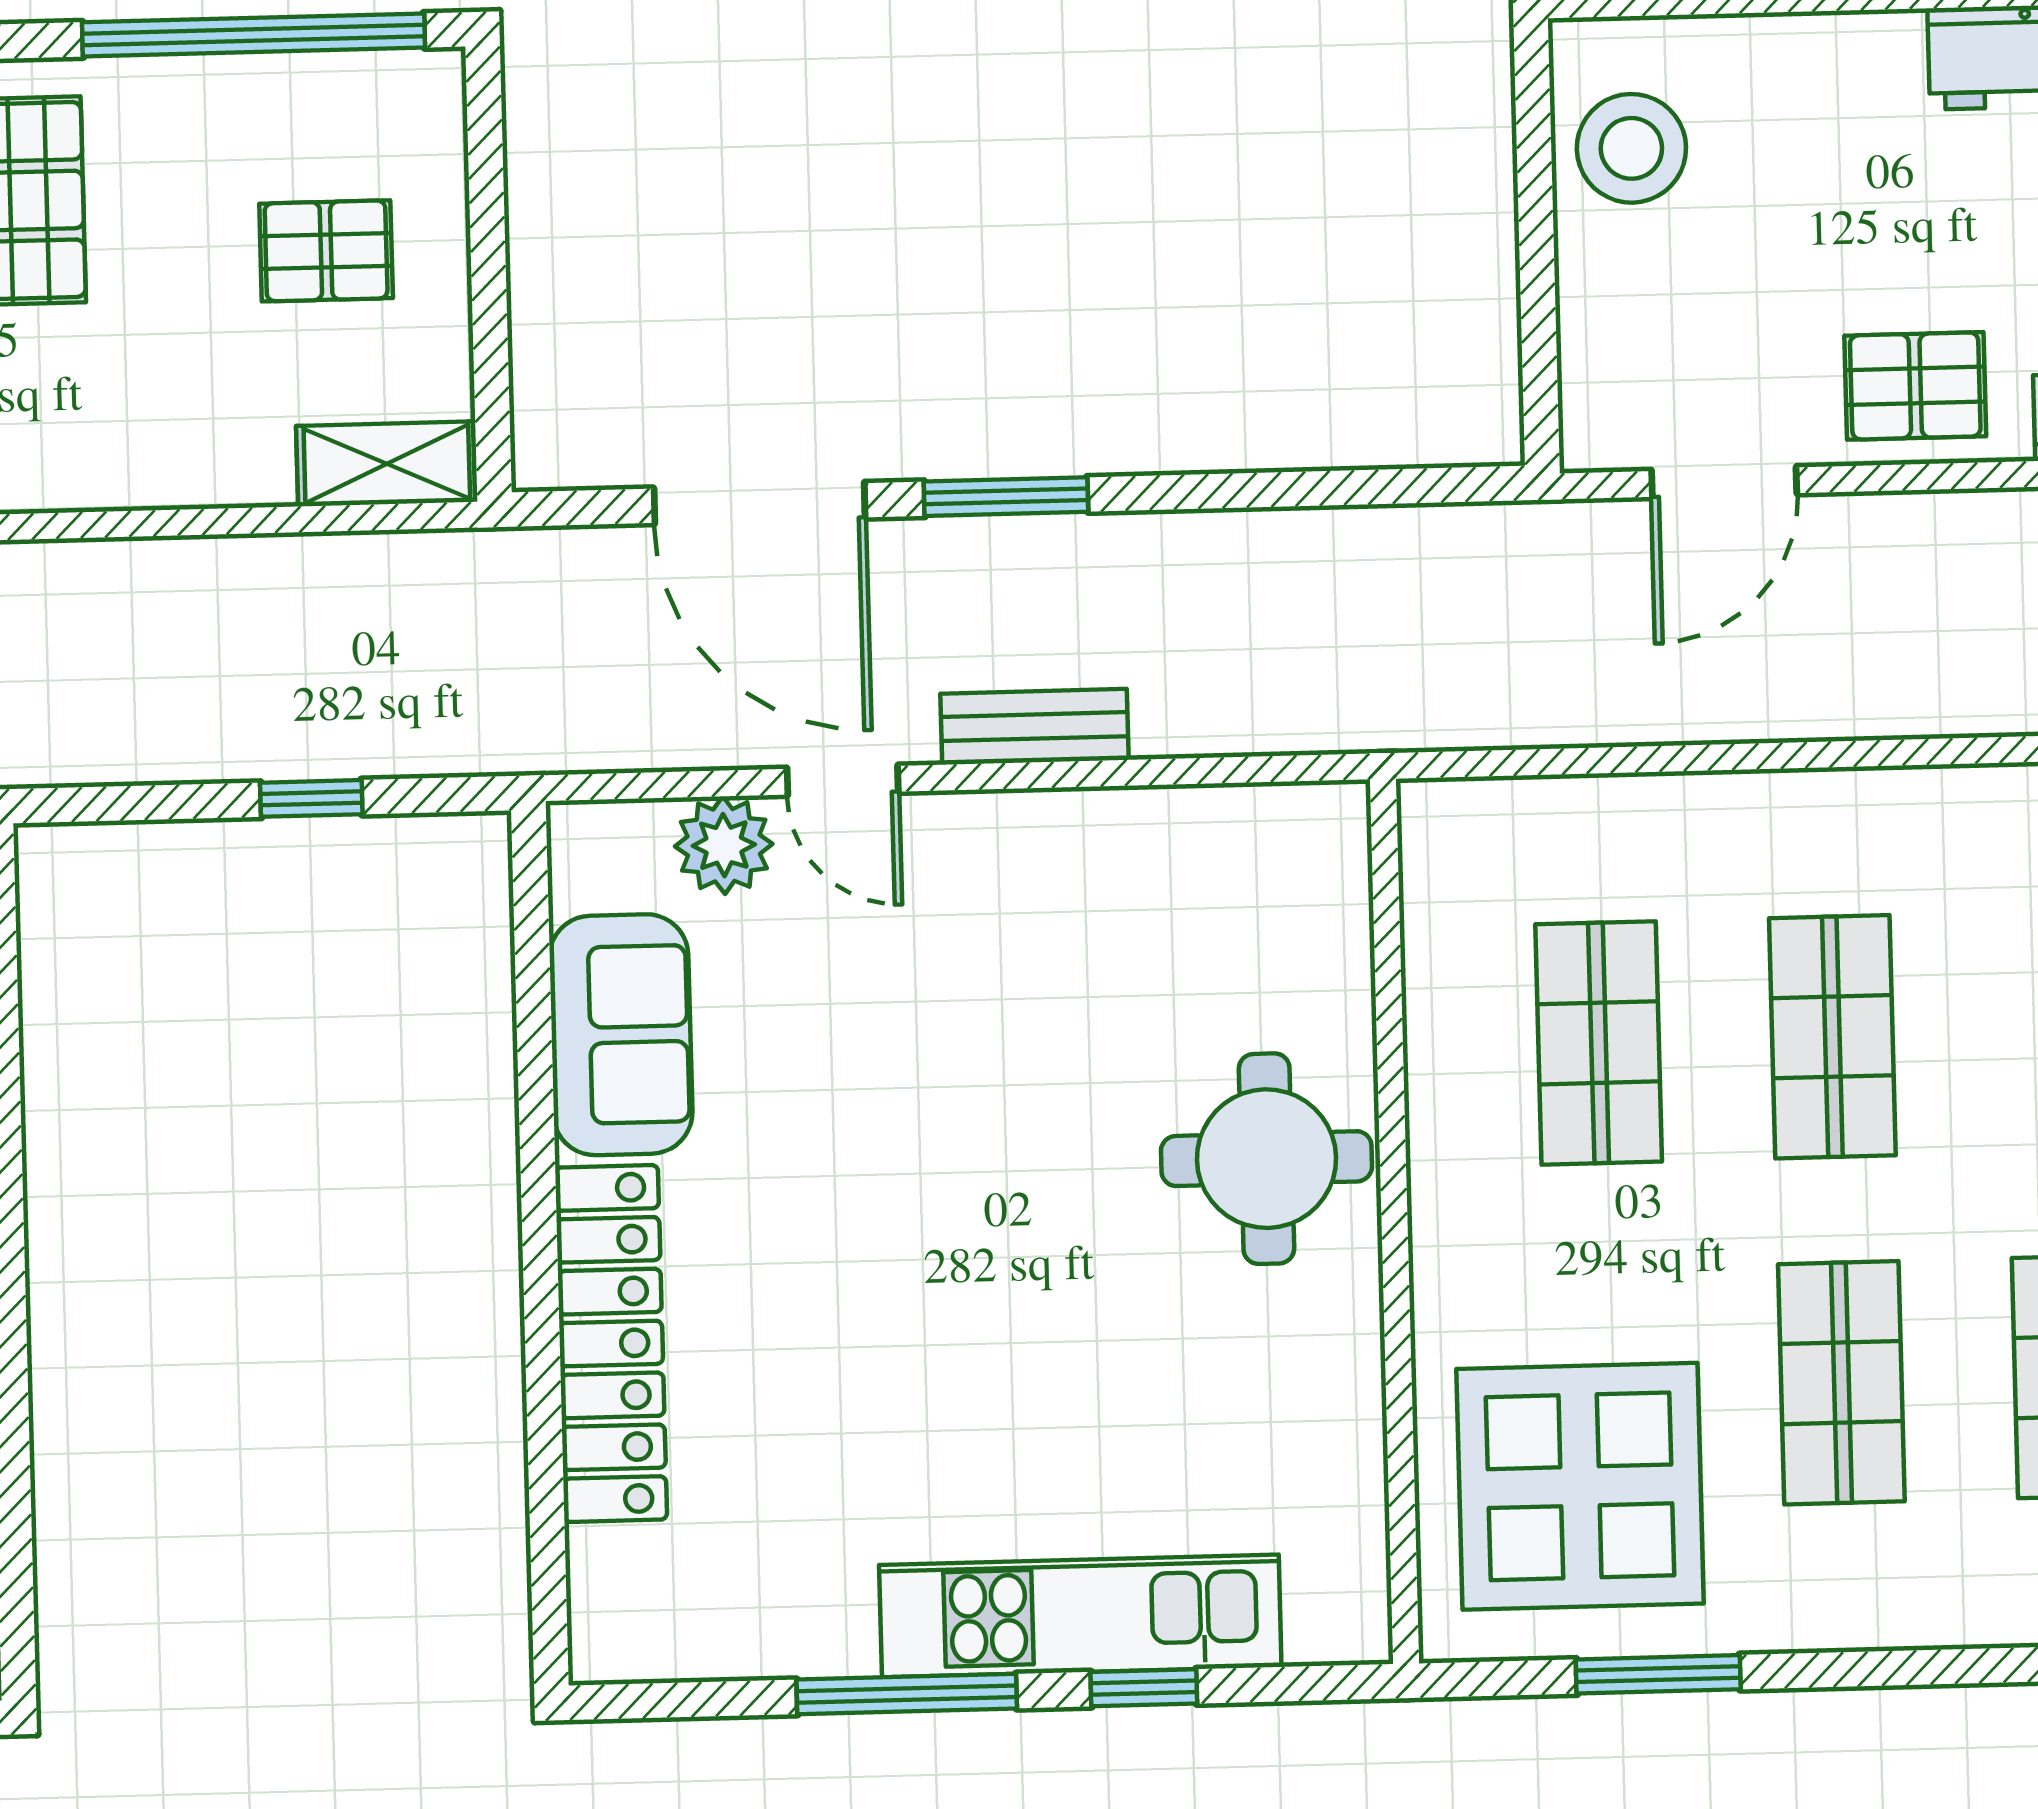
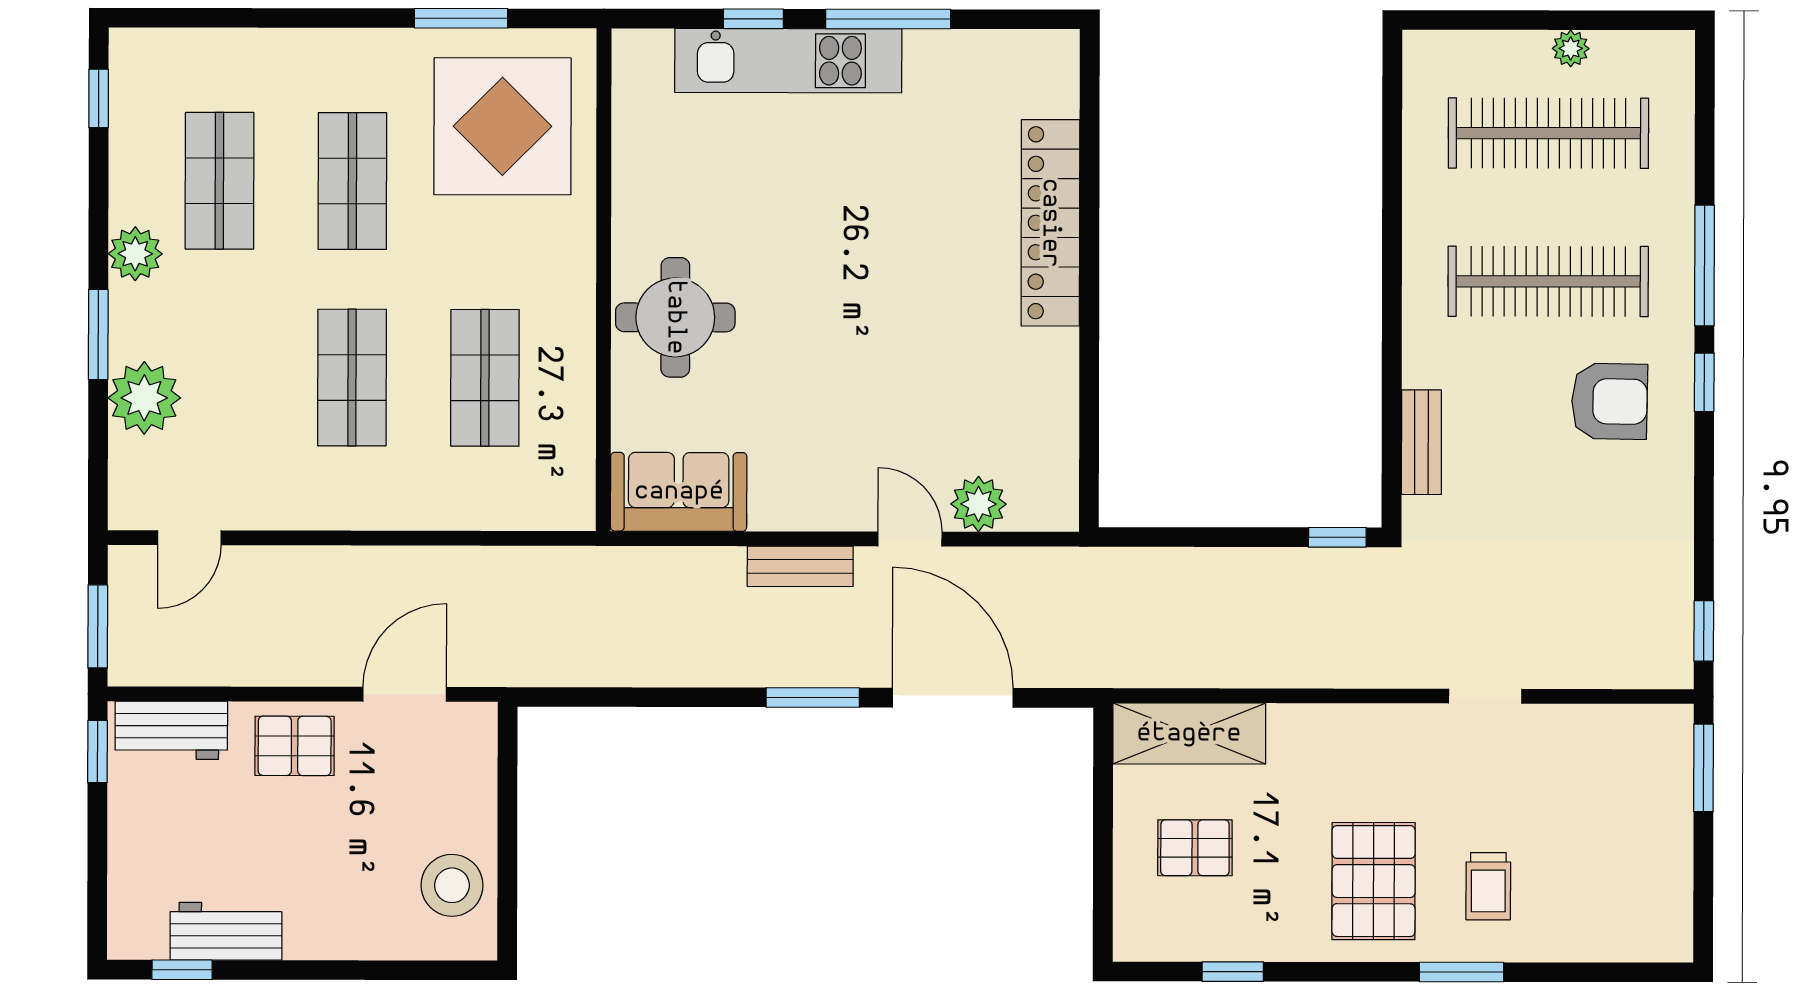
window: (254, 35) -> (1233, 972), width x0.32
shelving: (387, 464) -> (1189, 734), width x1.50, depth x1.33
window: (311, 798) -> (1337, 537), moved
sofa: (621, 1035) -> (679, 492), moved, turned 90

